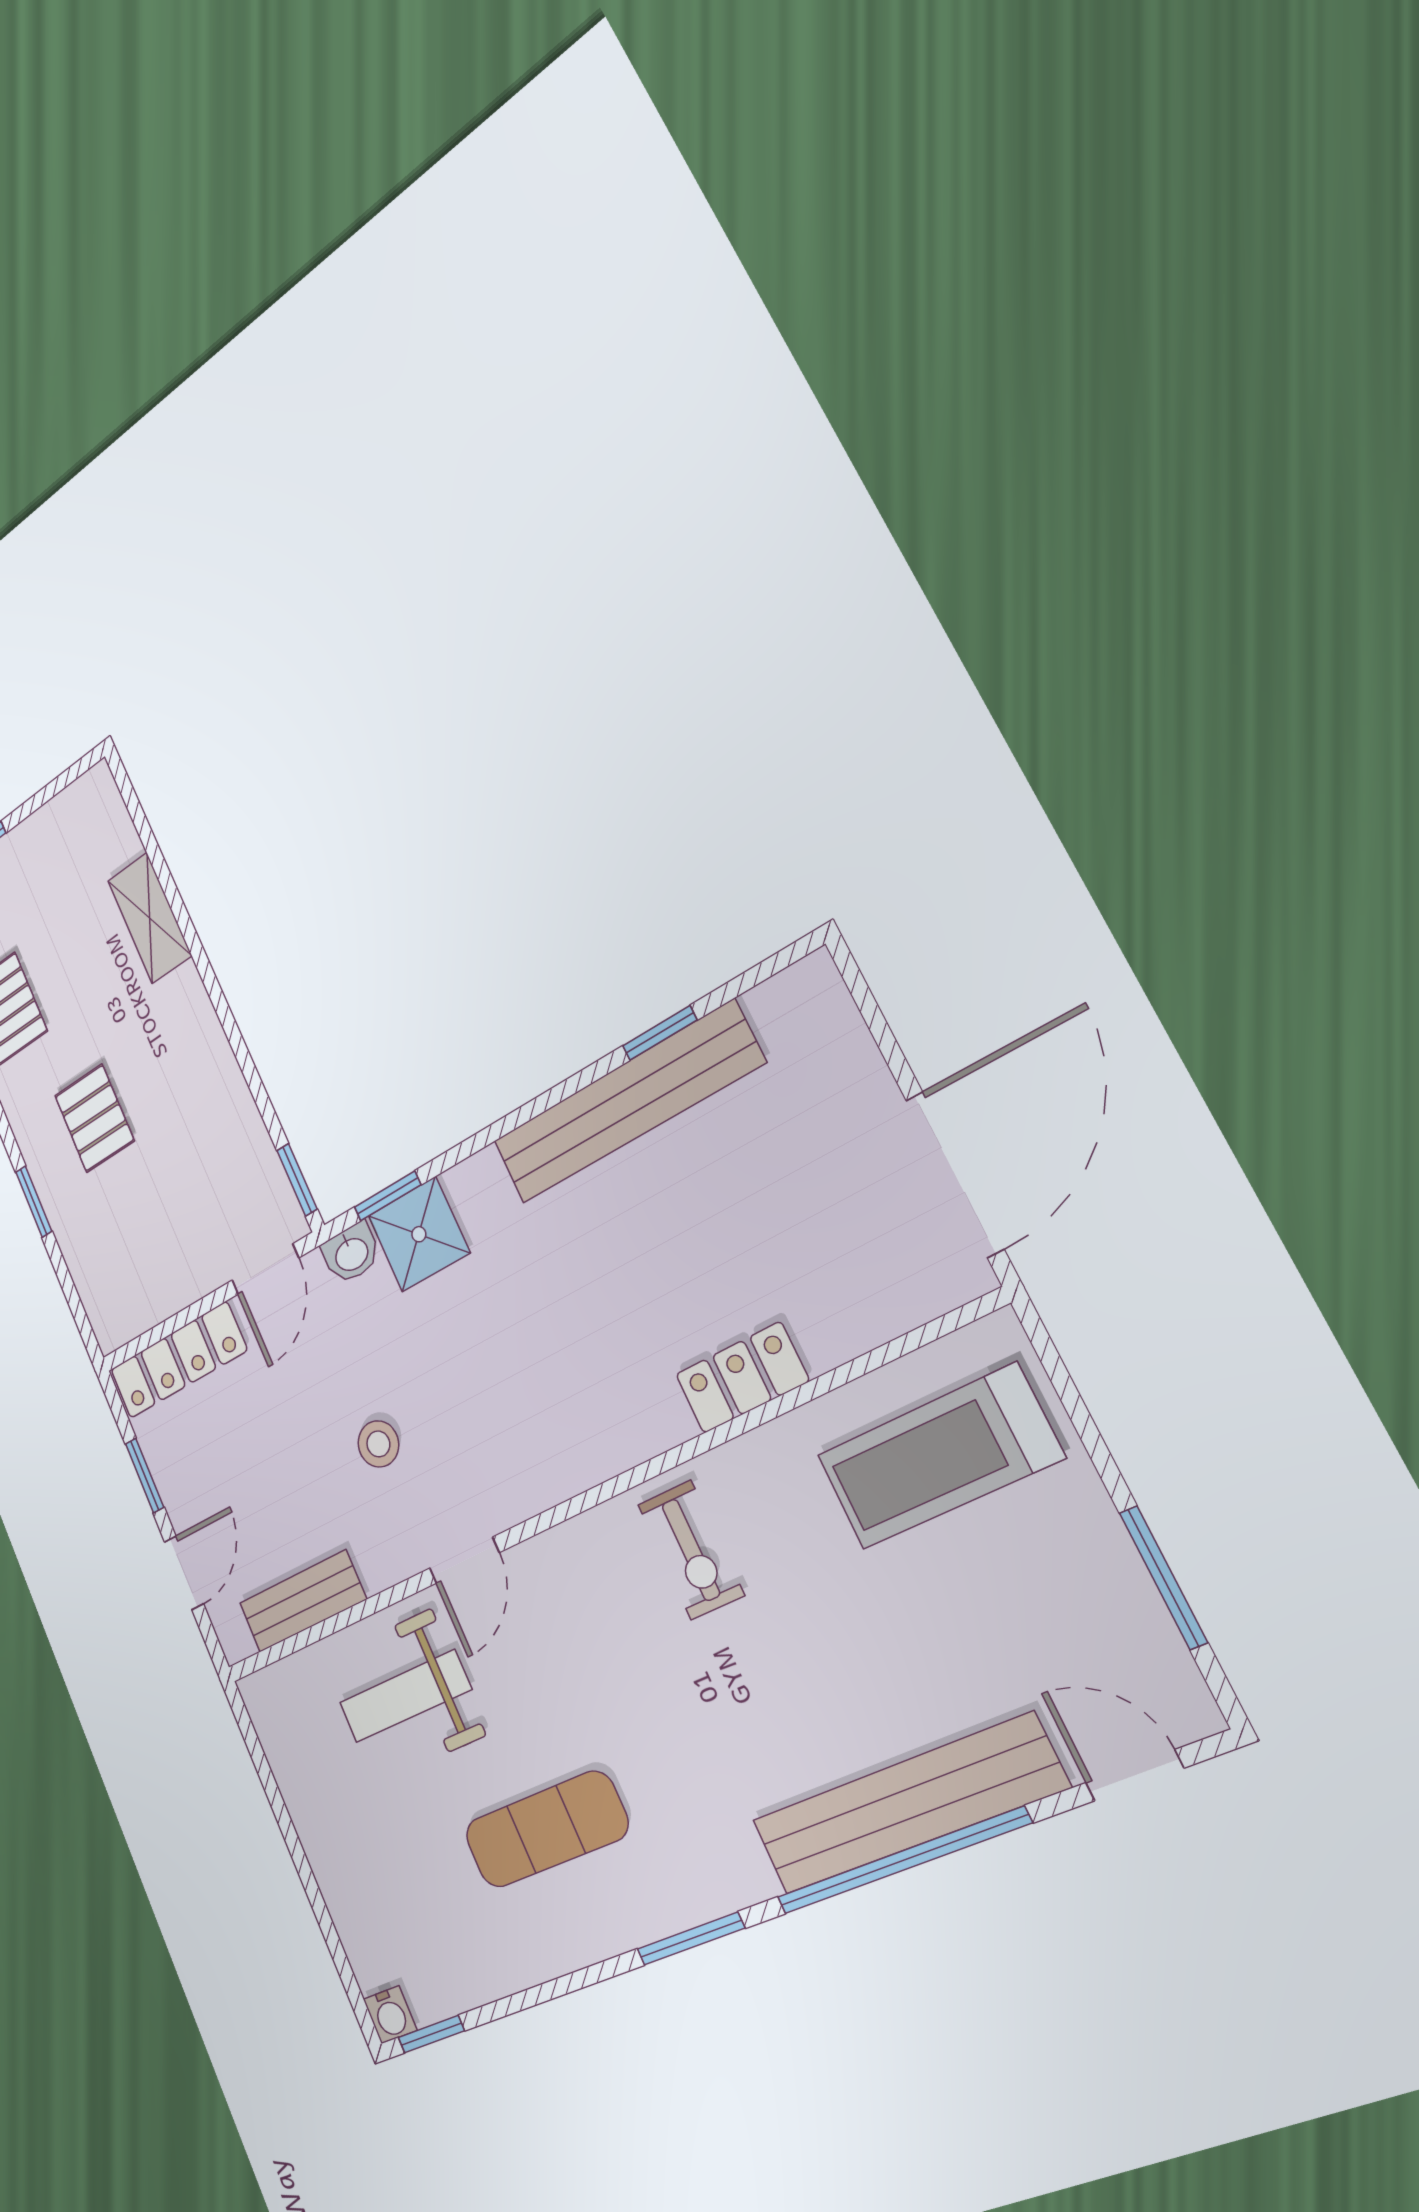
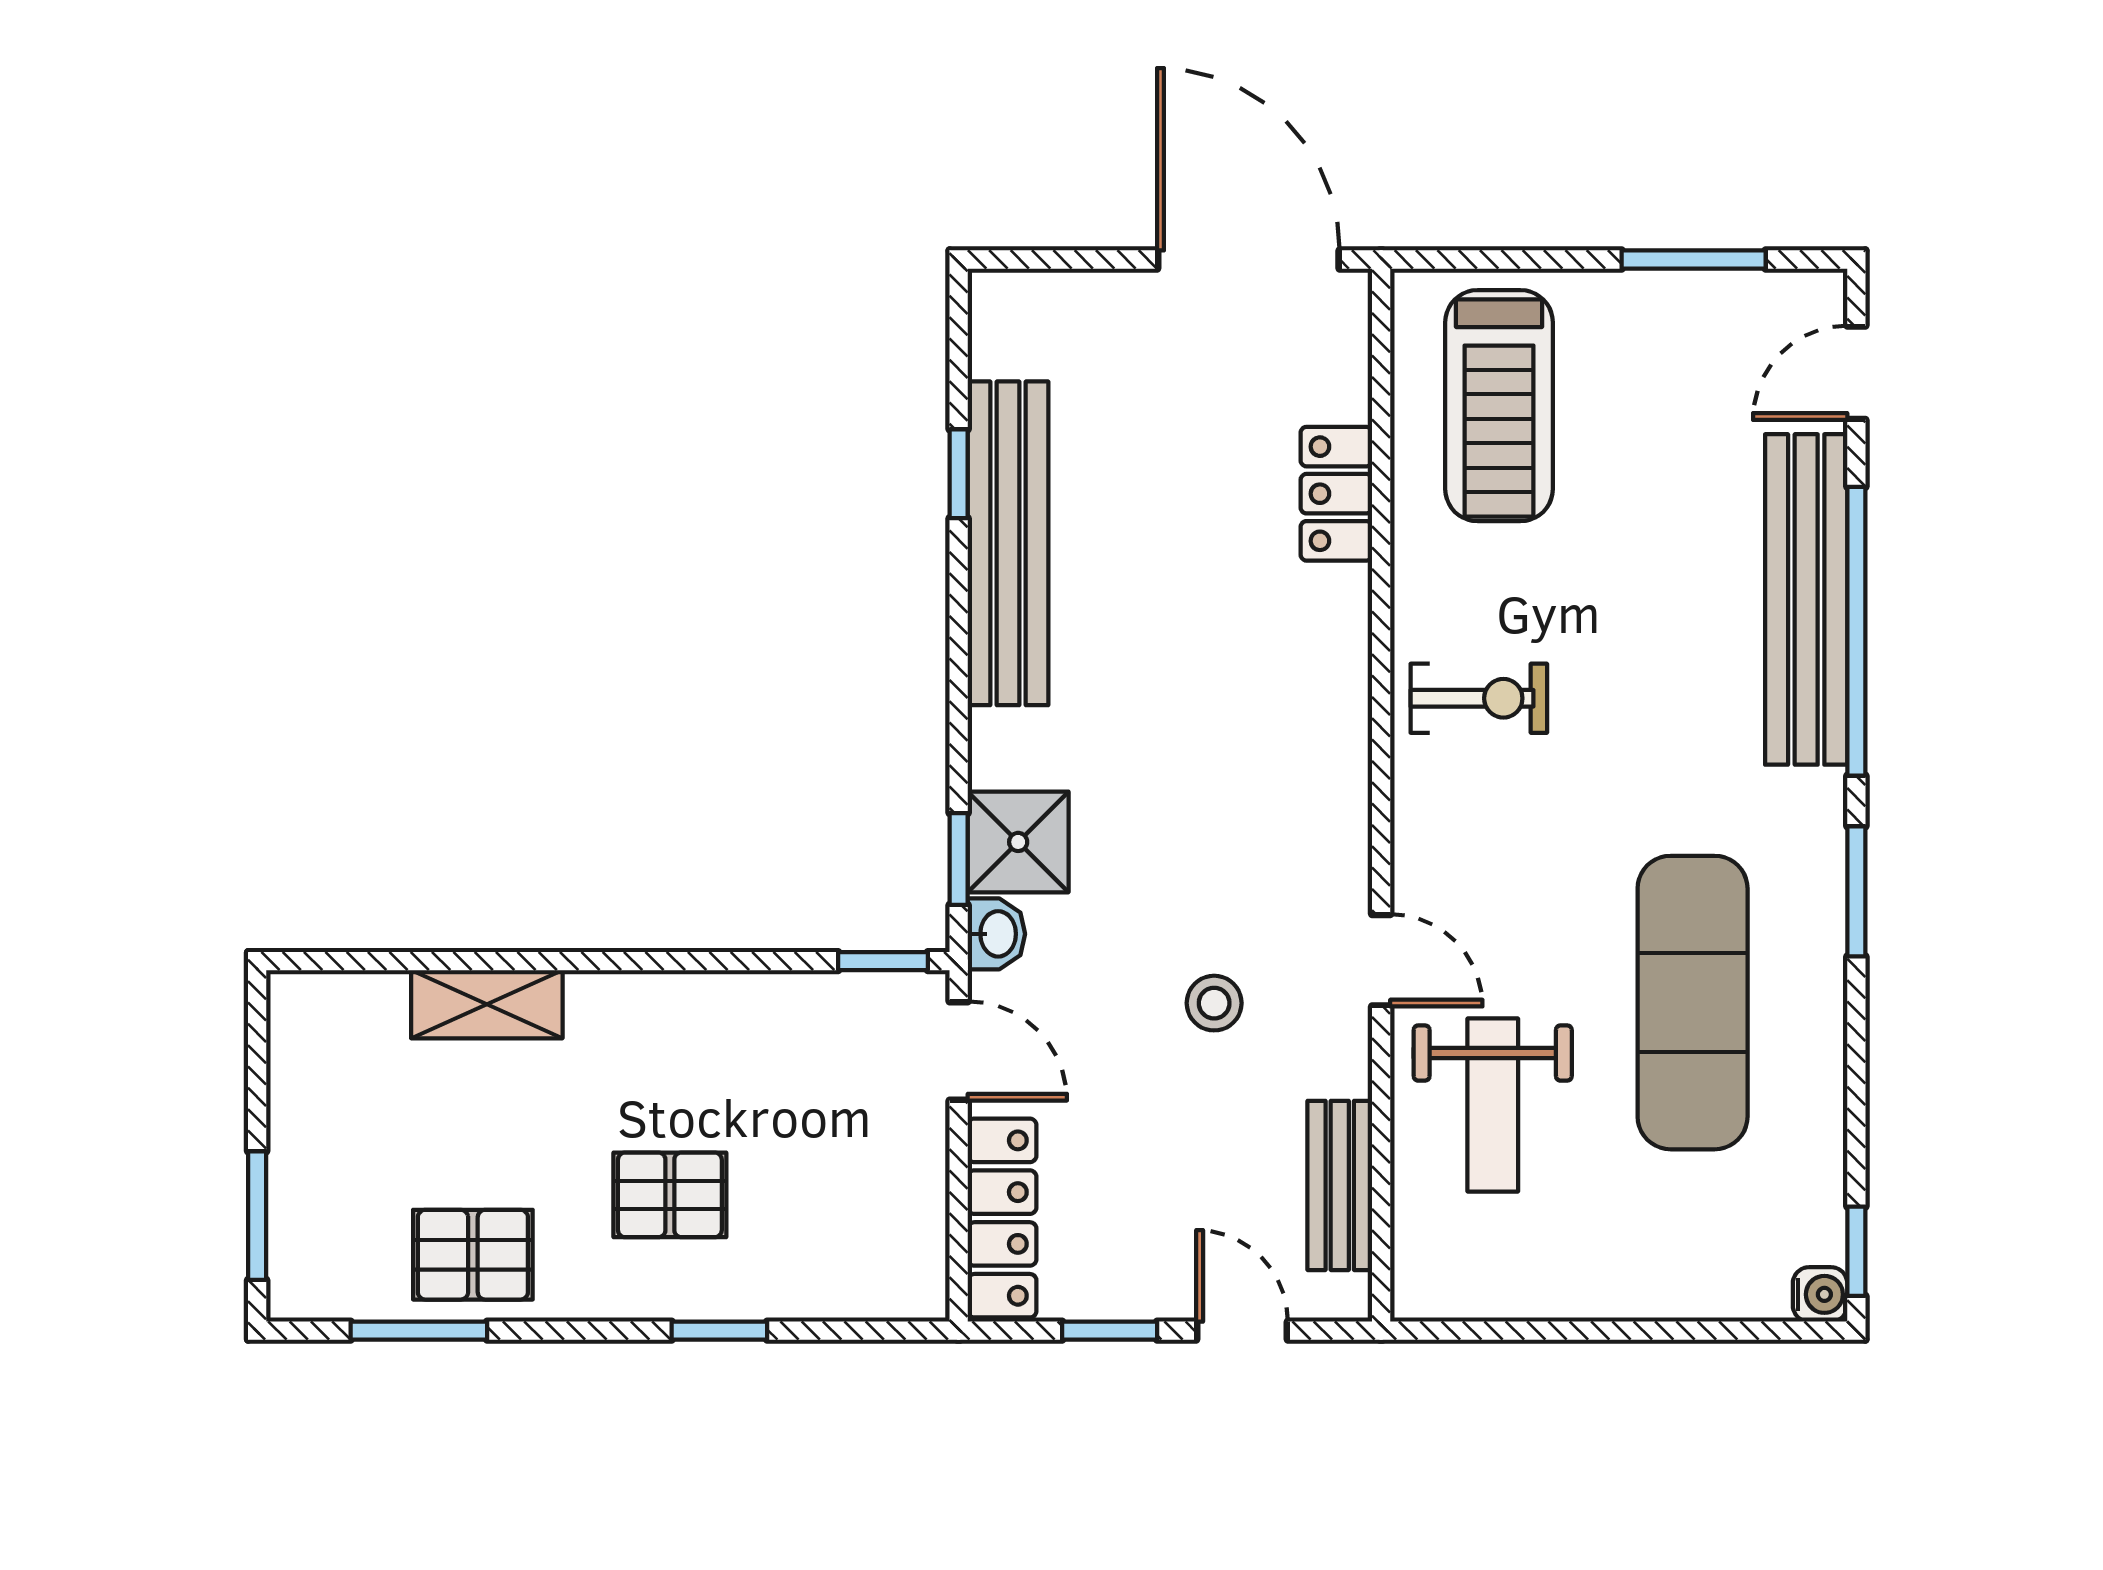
locker: (742, 1378) -> (1336, 494), moved
exercise mat: (546, 1829) -> (1693, 1003), width x1.36, depth x1.45

